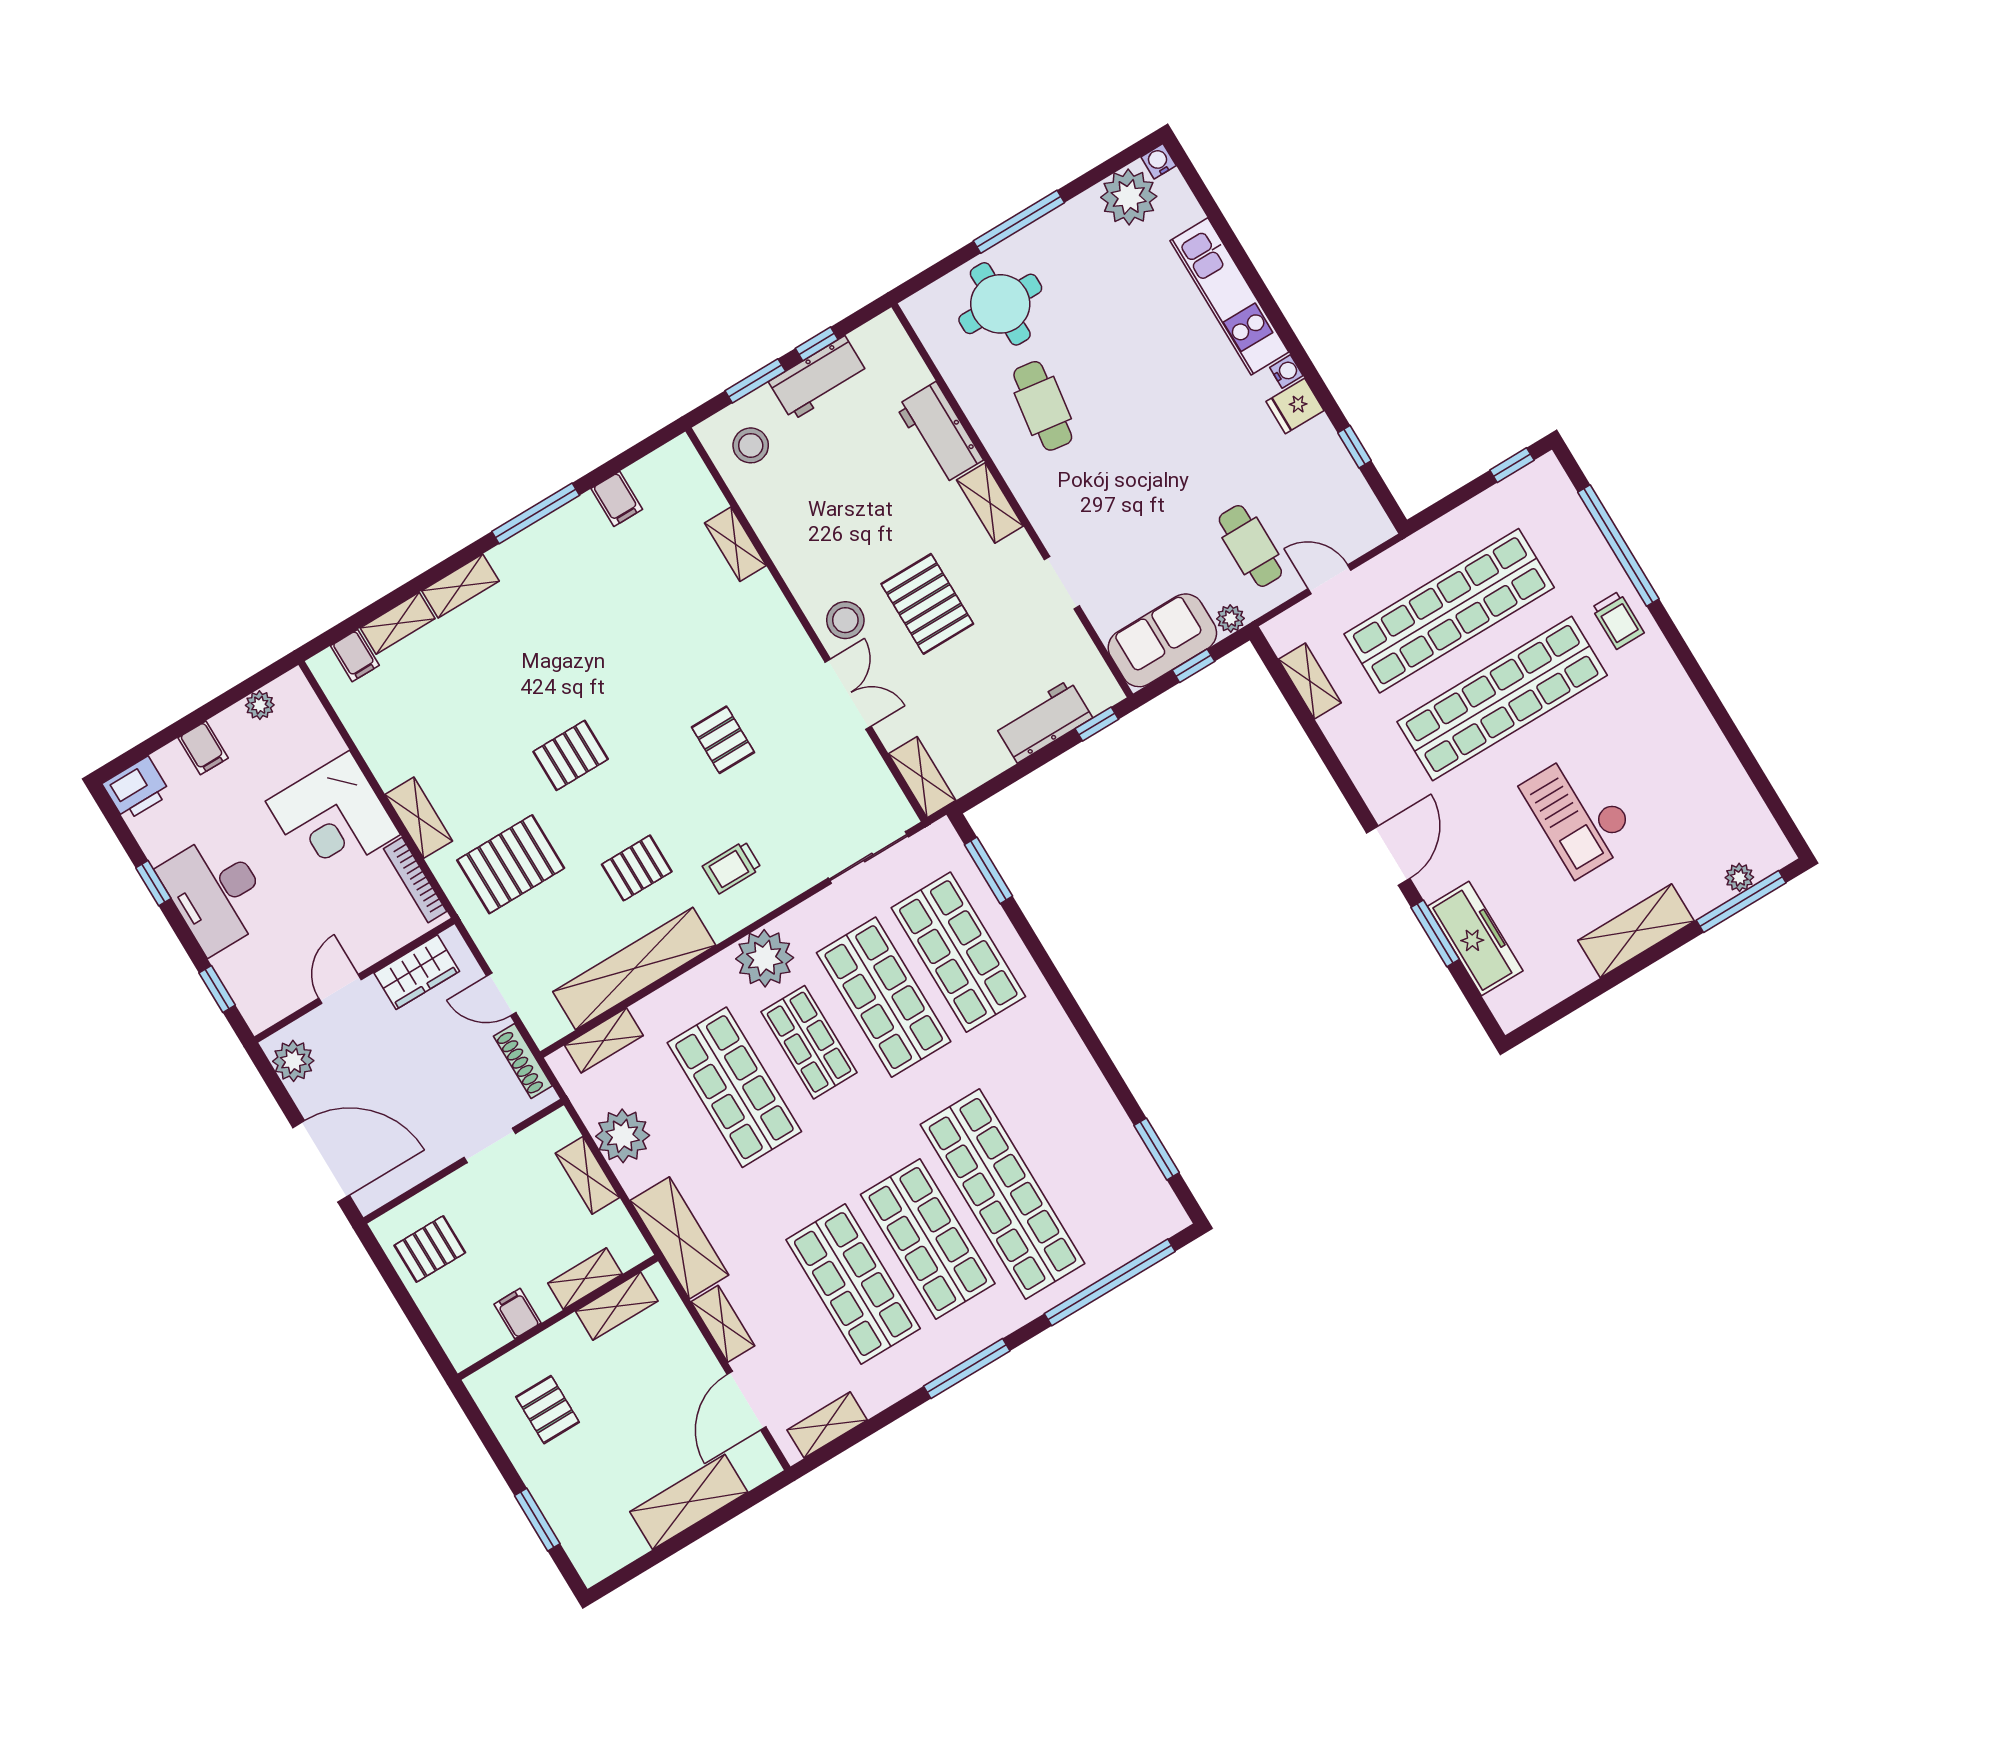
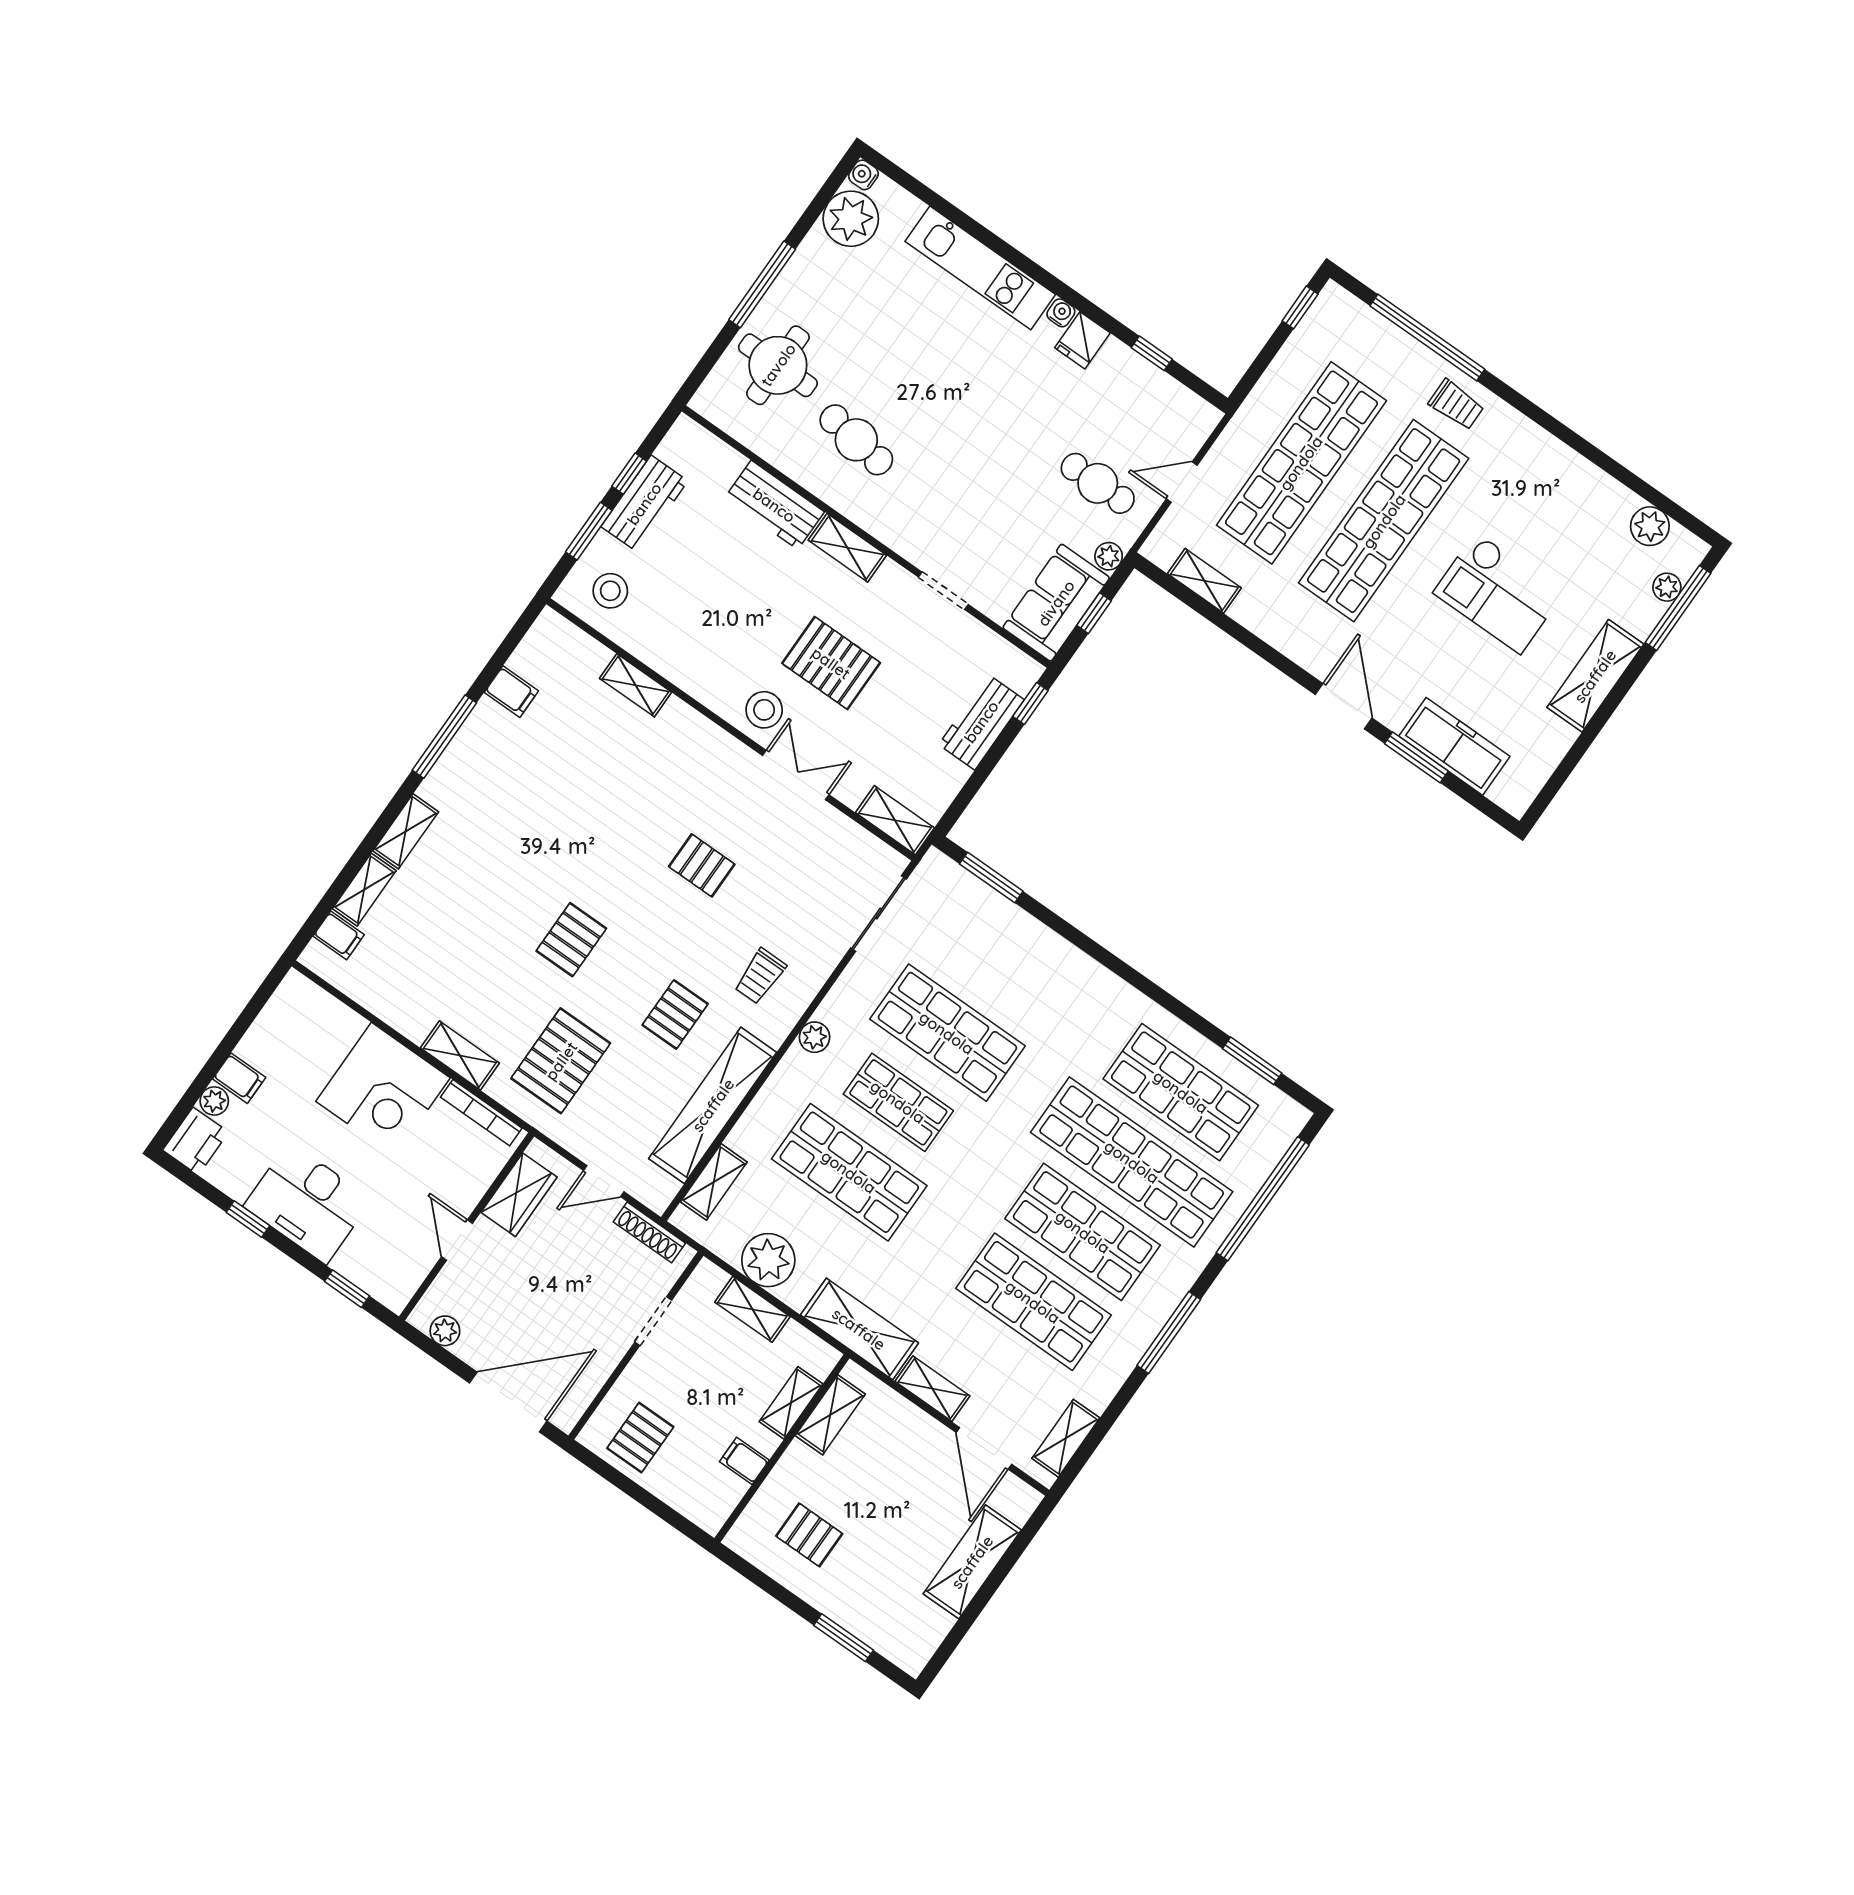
plant: (260, 705) -> (214, 1101), moved
plant: (1749, 814) -> (1650, 526), added
shop shelf: (958, 952) -> (1181, 1092), moved
plant: (765, 958) -> (815, 1037), width x0.53, depth x0.53
plant: (293, 1061) -> (445, 1331), width x0.73, depth x0.73

